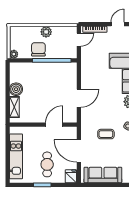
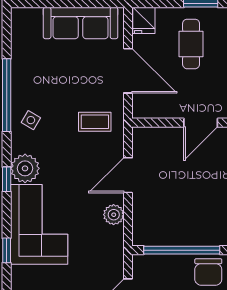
plant: (86, 78) -> (114, 215), added
door: (54, 125) -> (201, 123), moved
coffee table: (106, 134) -> (95, 122), moved

